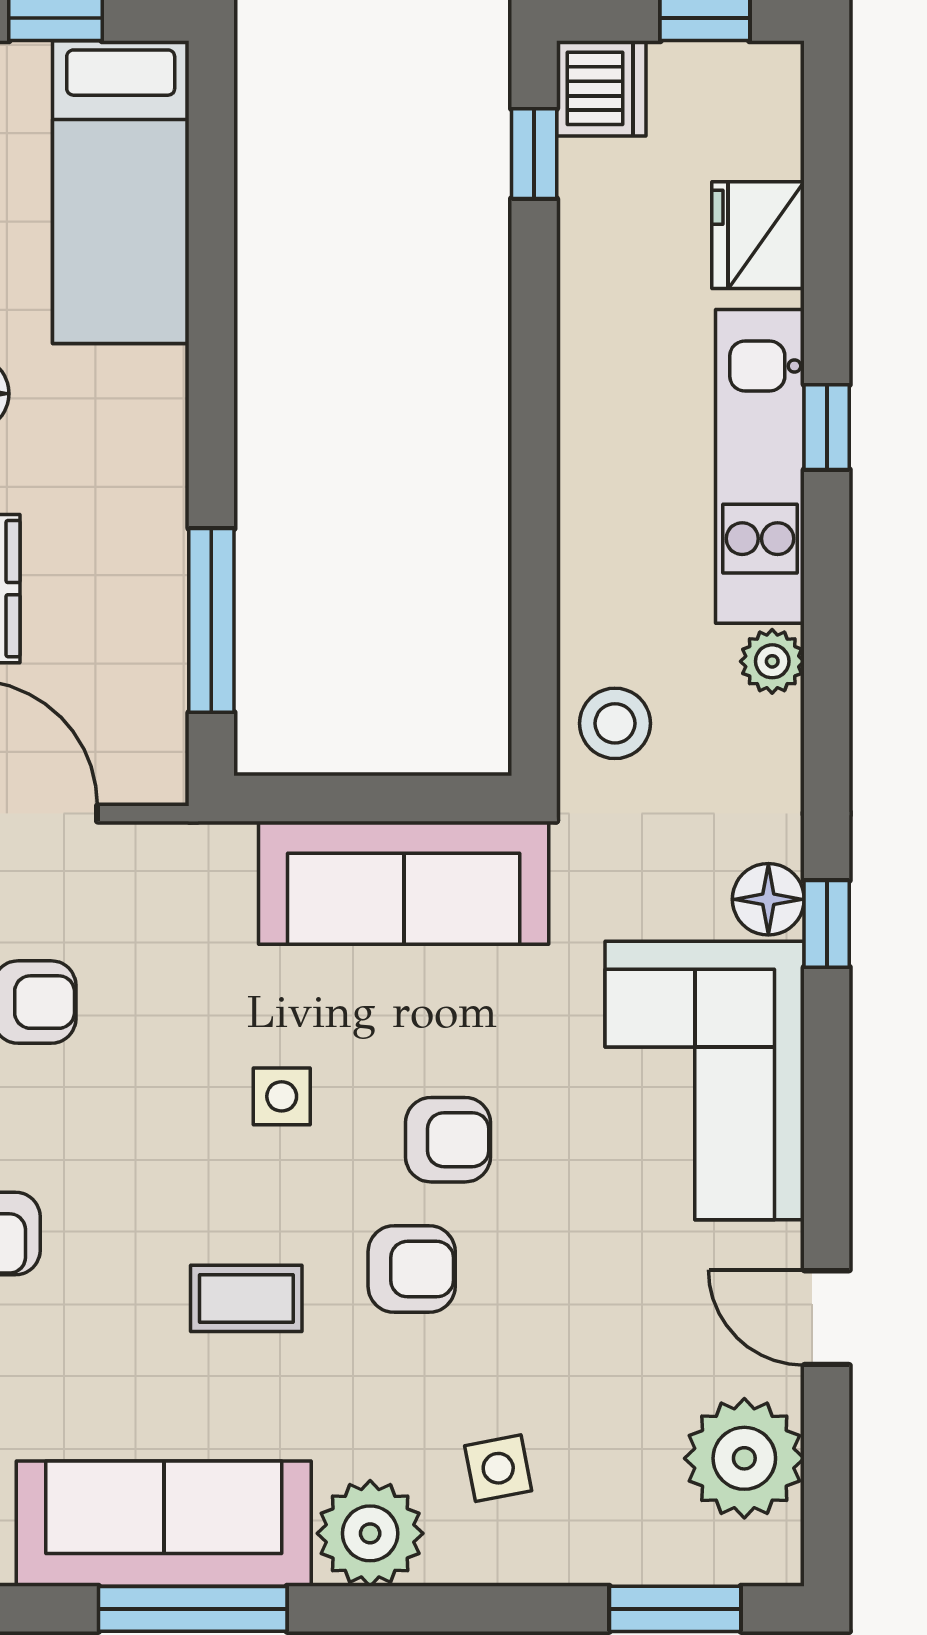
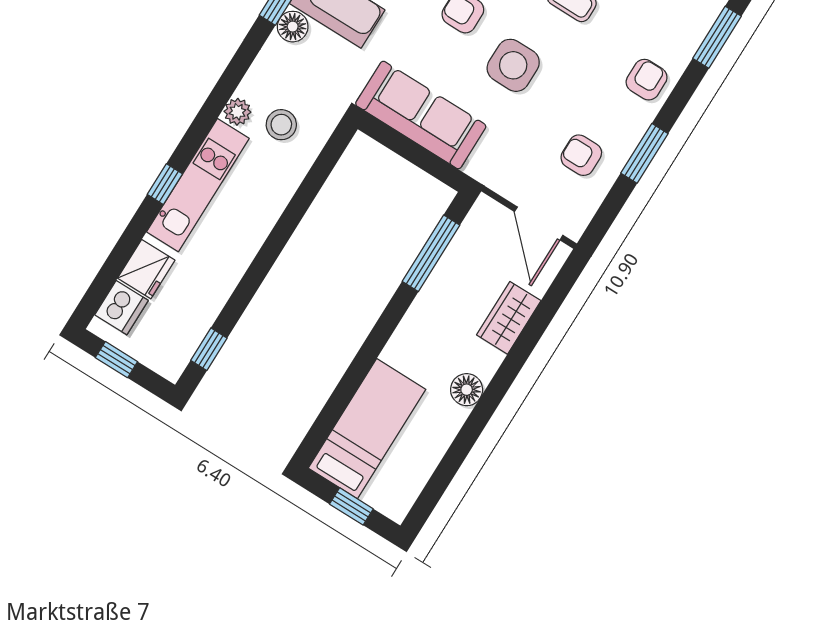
dishwasher: (601, 88) -> (121, 308), moved, turned 180
stool: (615, 723) -> (281, 125), moved
side table: (282, 1096) -> (513, 65), width x1.87, depth x1.87

